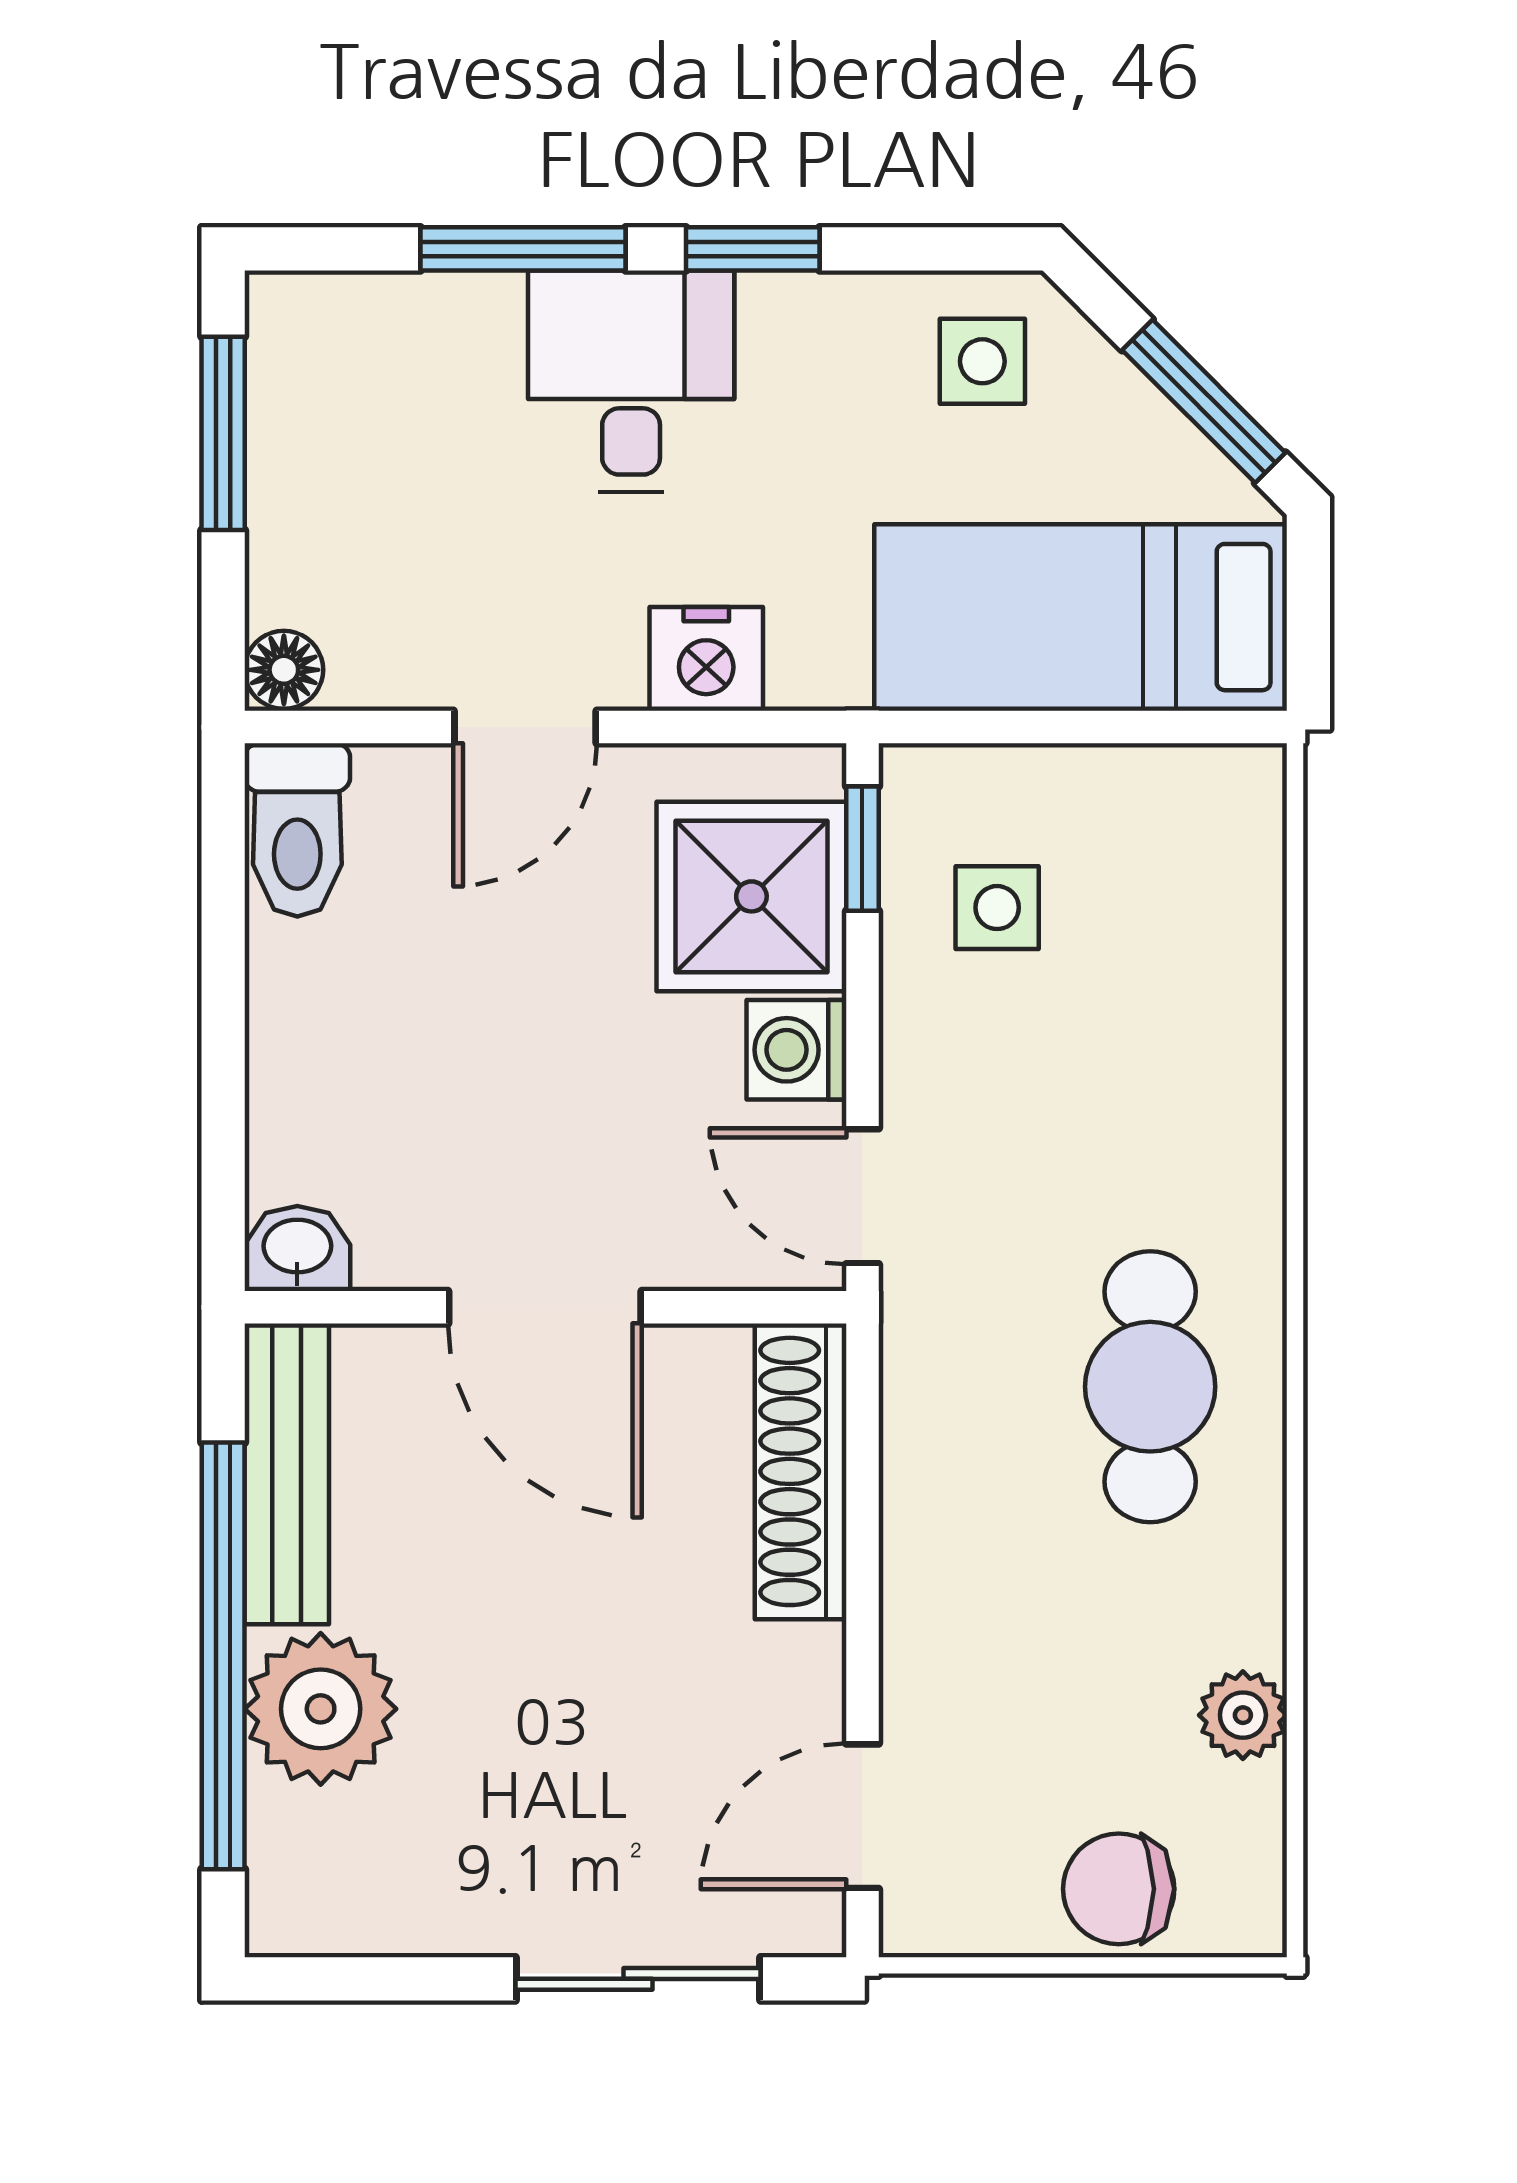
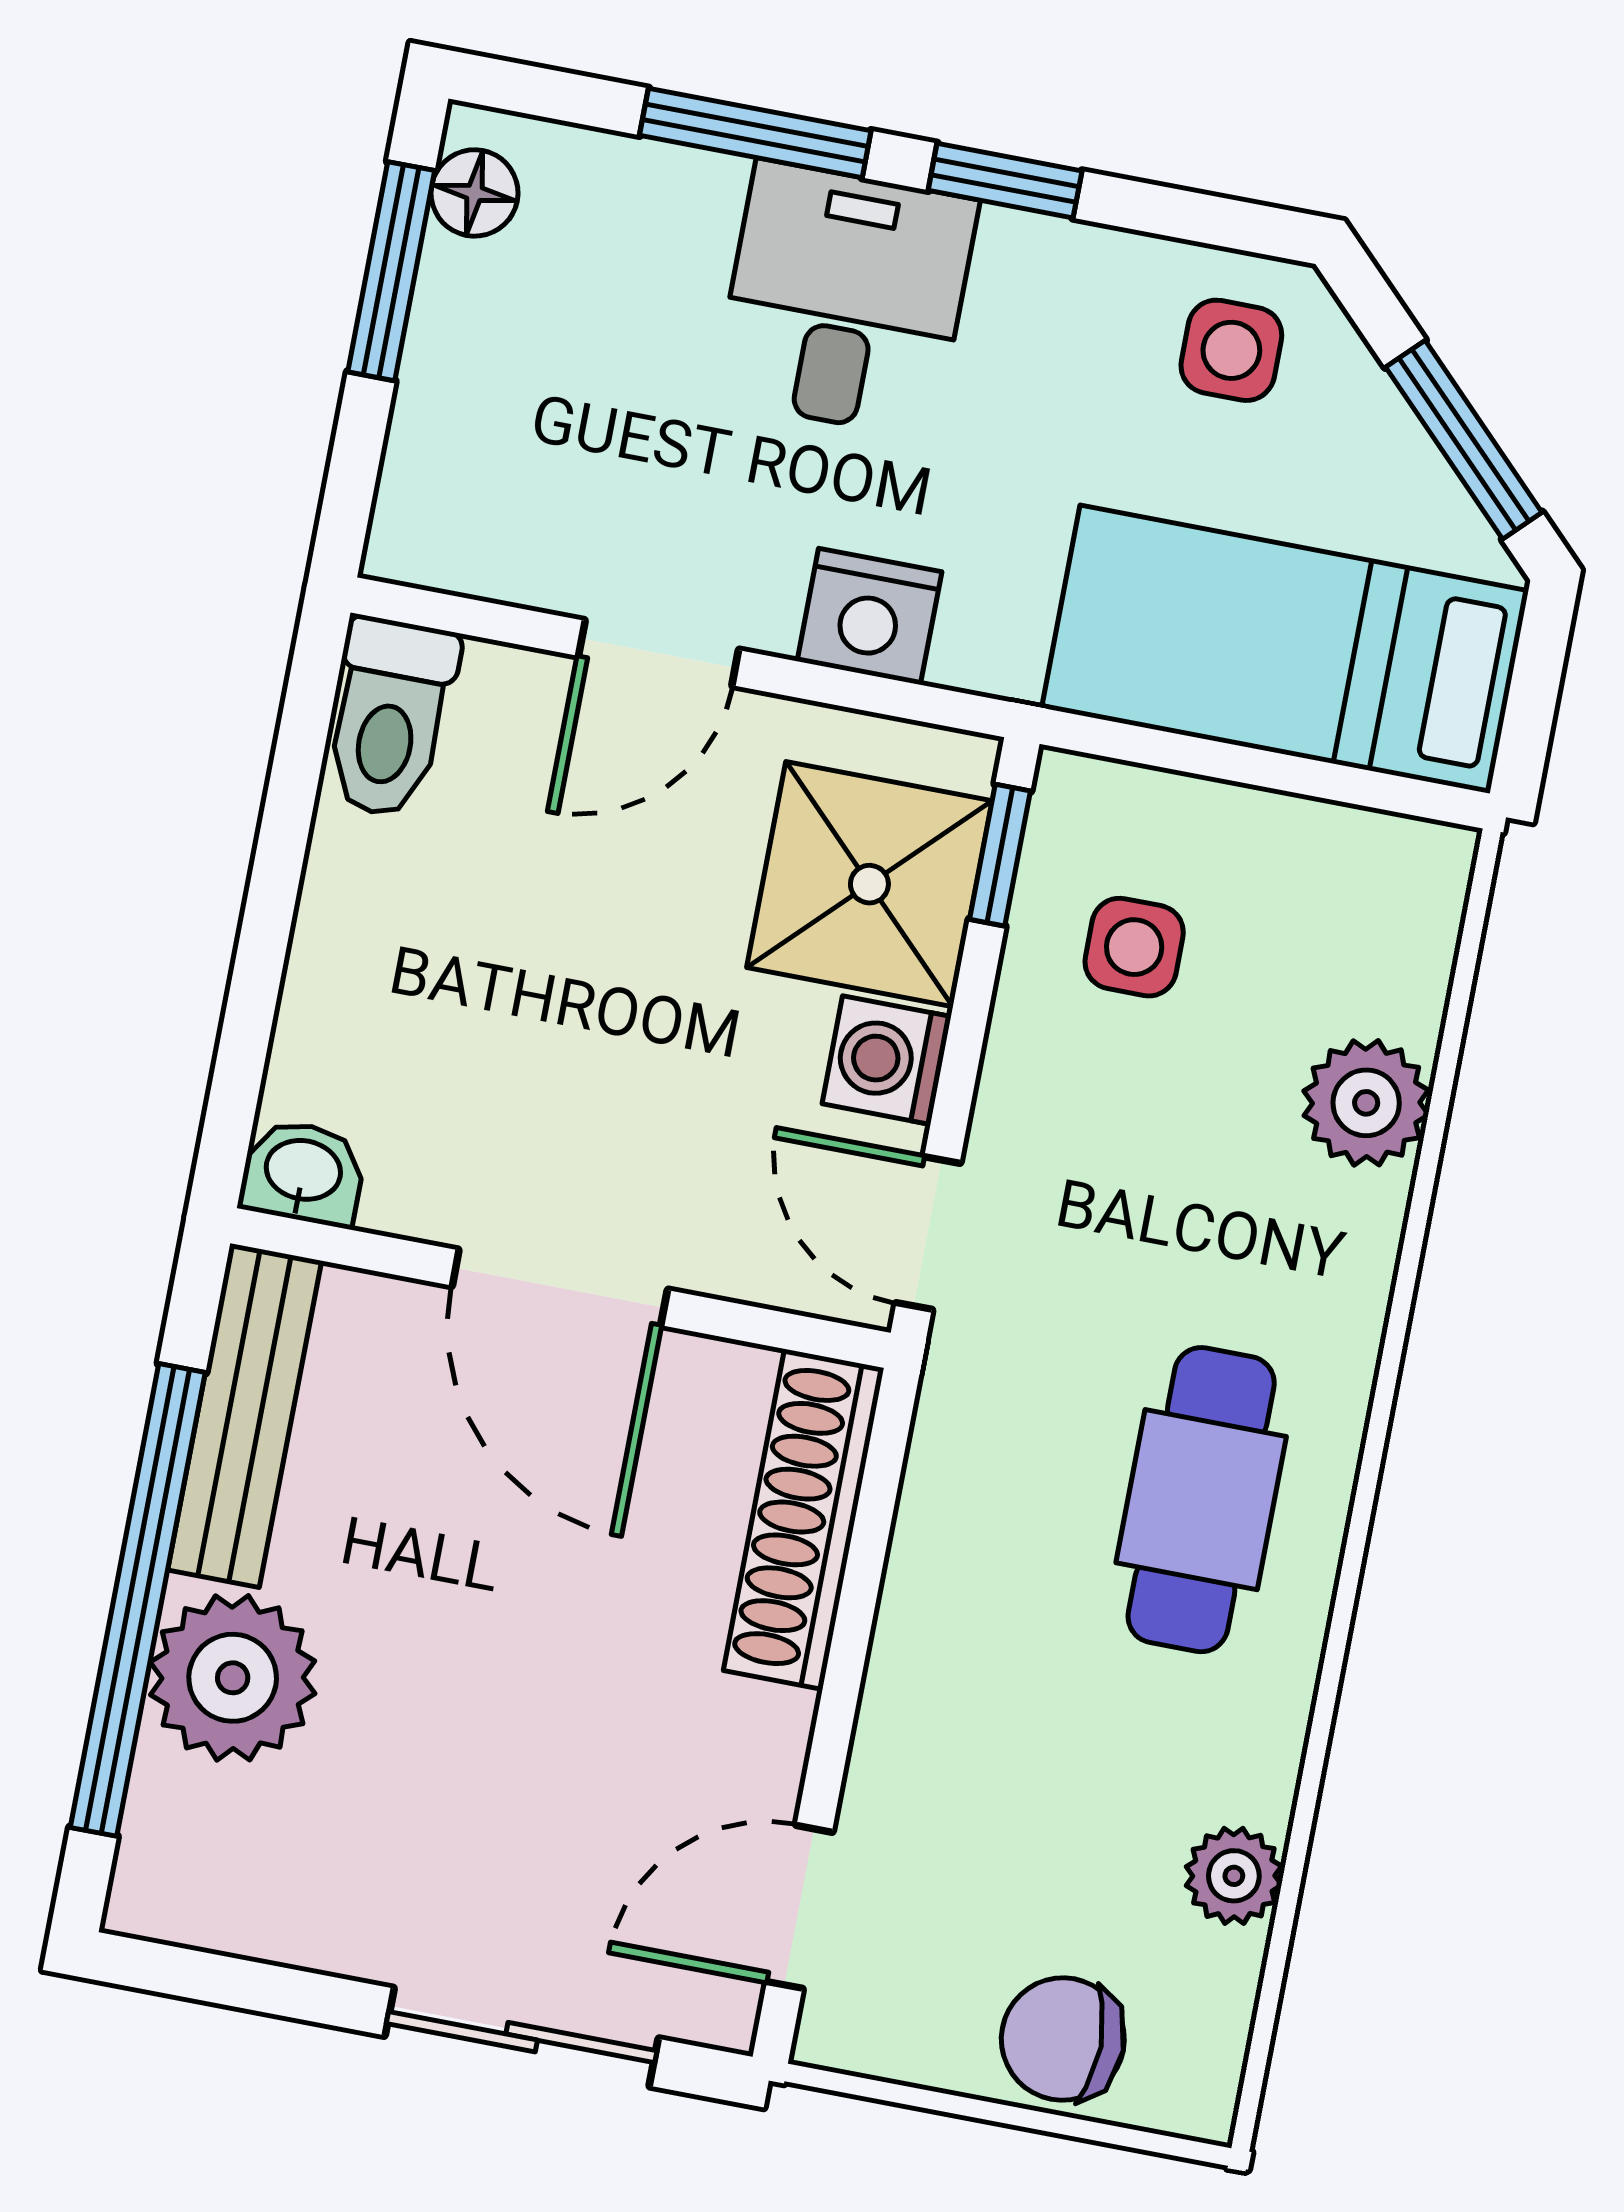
floor lamp: (284, 670) -> (474, 193), moved
plant: (1229, 1007) -> (1366, 1103), added

